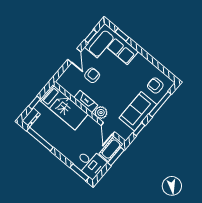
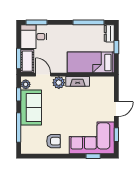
door: (74, 56) -> (116, 109), swing flipped
armchair: (92, 75) -> (90, 105), removed
armchair: (155, 86) -> (54, 141), moved
plant: (127, 132) -> (26, 84), added

